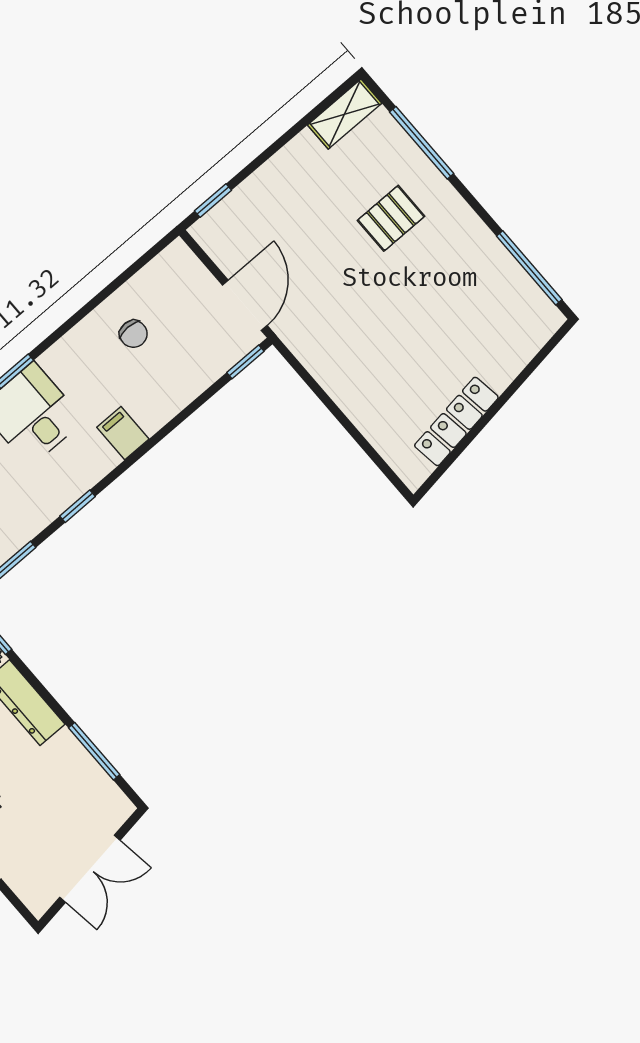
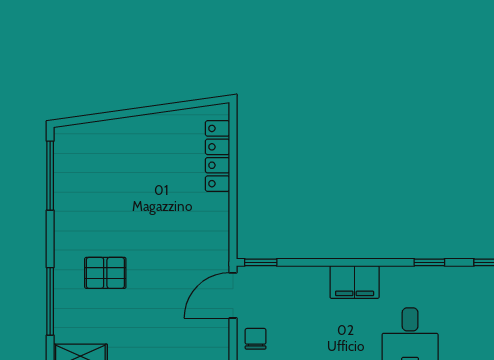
chair: (133, 334) -> (256, 339), moved
locker: (456, 421) -> (218, 156), moved, turned 98
filing cabinet: (123, 433) -> (355, 282), width x2.00

